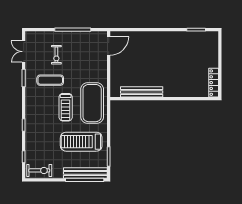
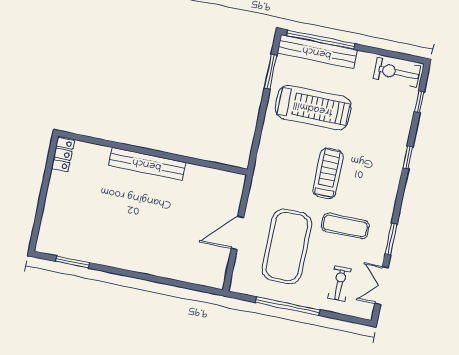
door: (109, 46) -> (237, 233), moved
double door: (24, 52) -> (382, 285), swing flipped
exercise bike: (56, 55) -> (340, 283), moved
locker: (214, 83) -> (63, 154), width x0.66
bench: (142, 92) -> (147, 164), moved
exercise mat: (92, 103) -> (287, 246), moved

